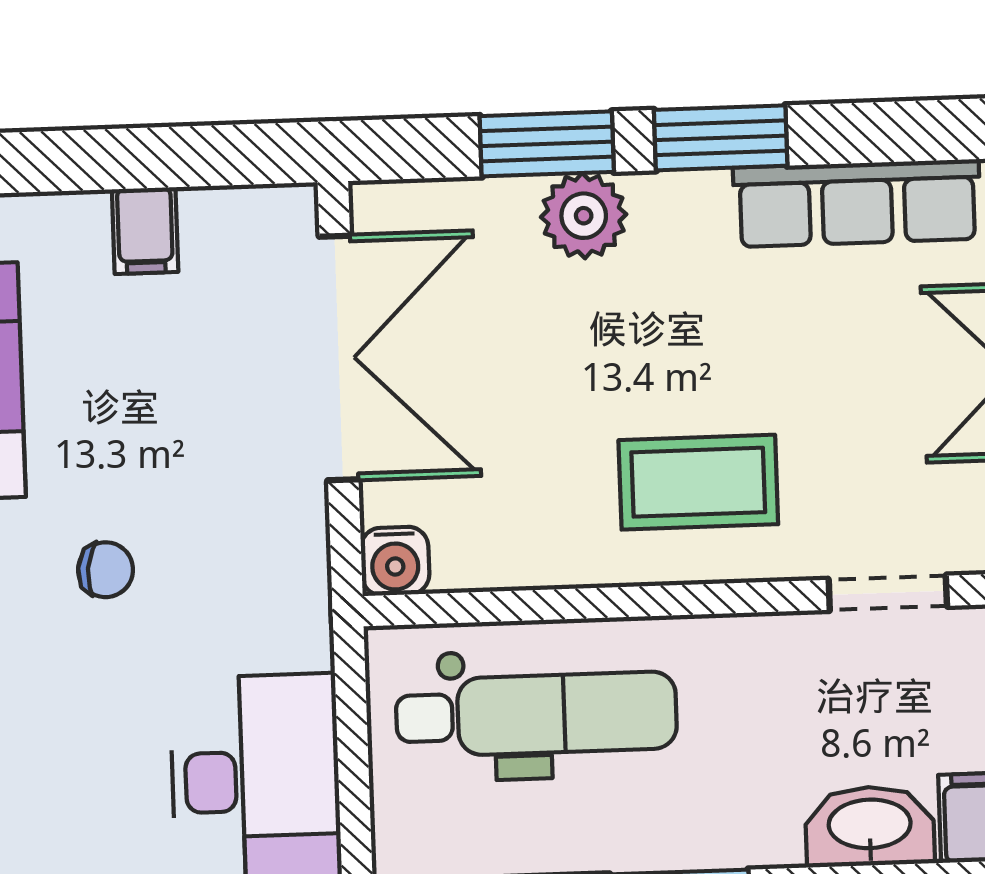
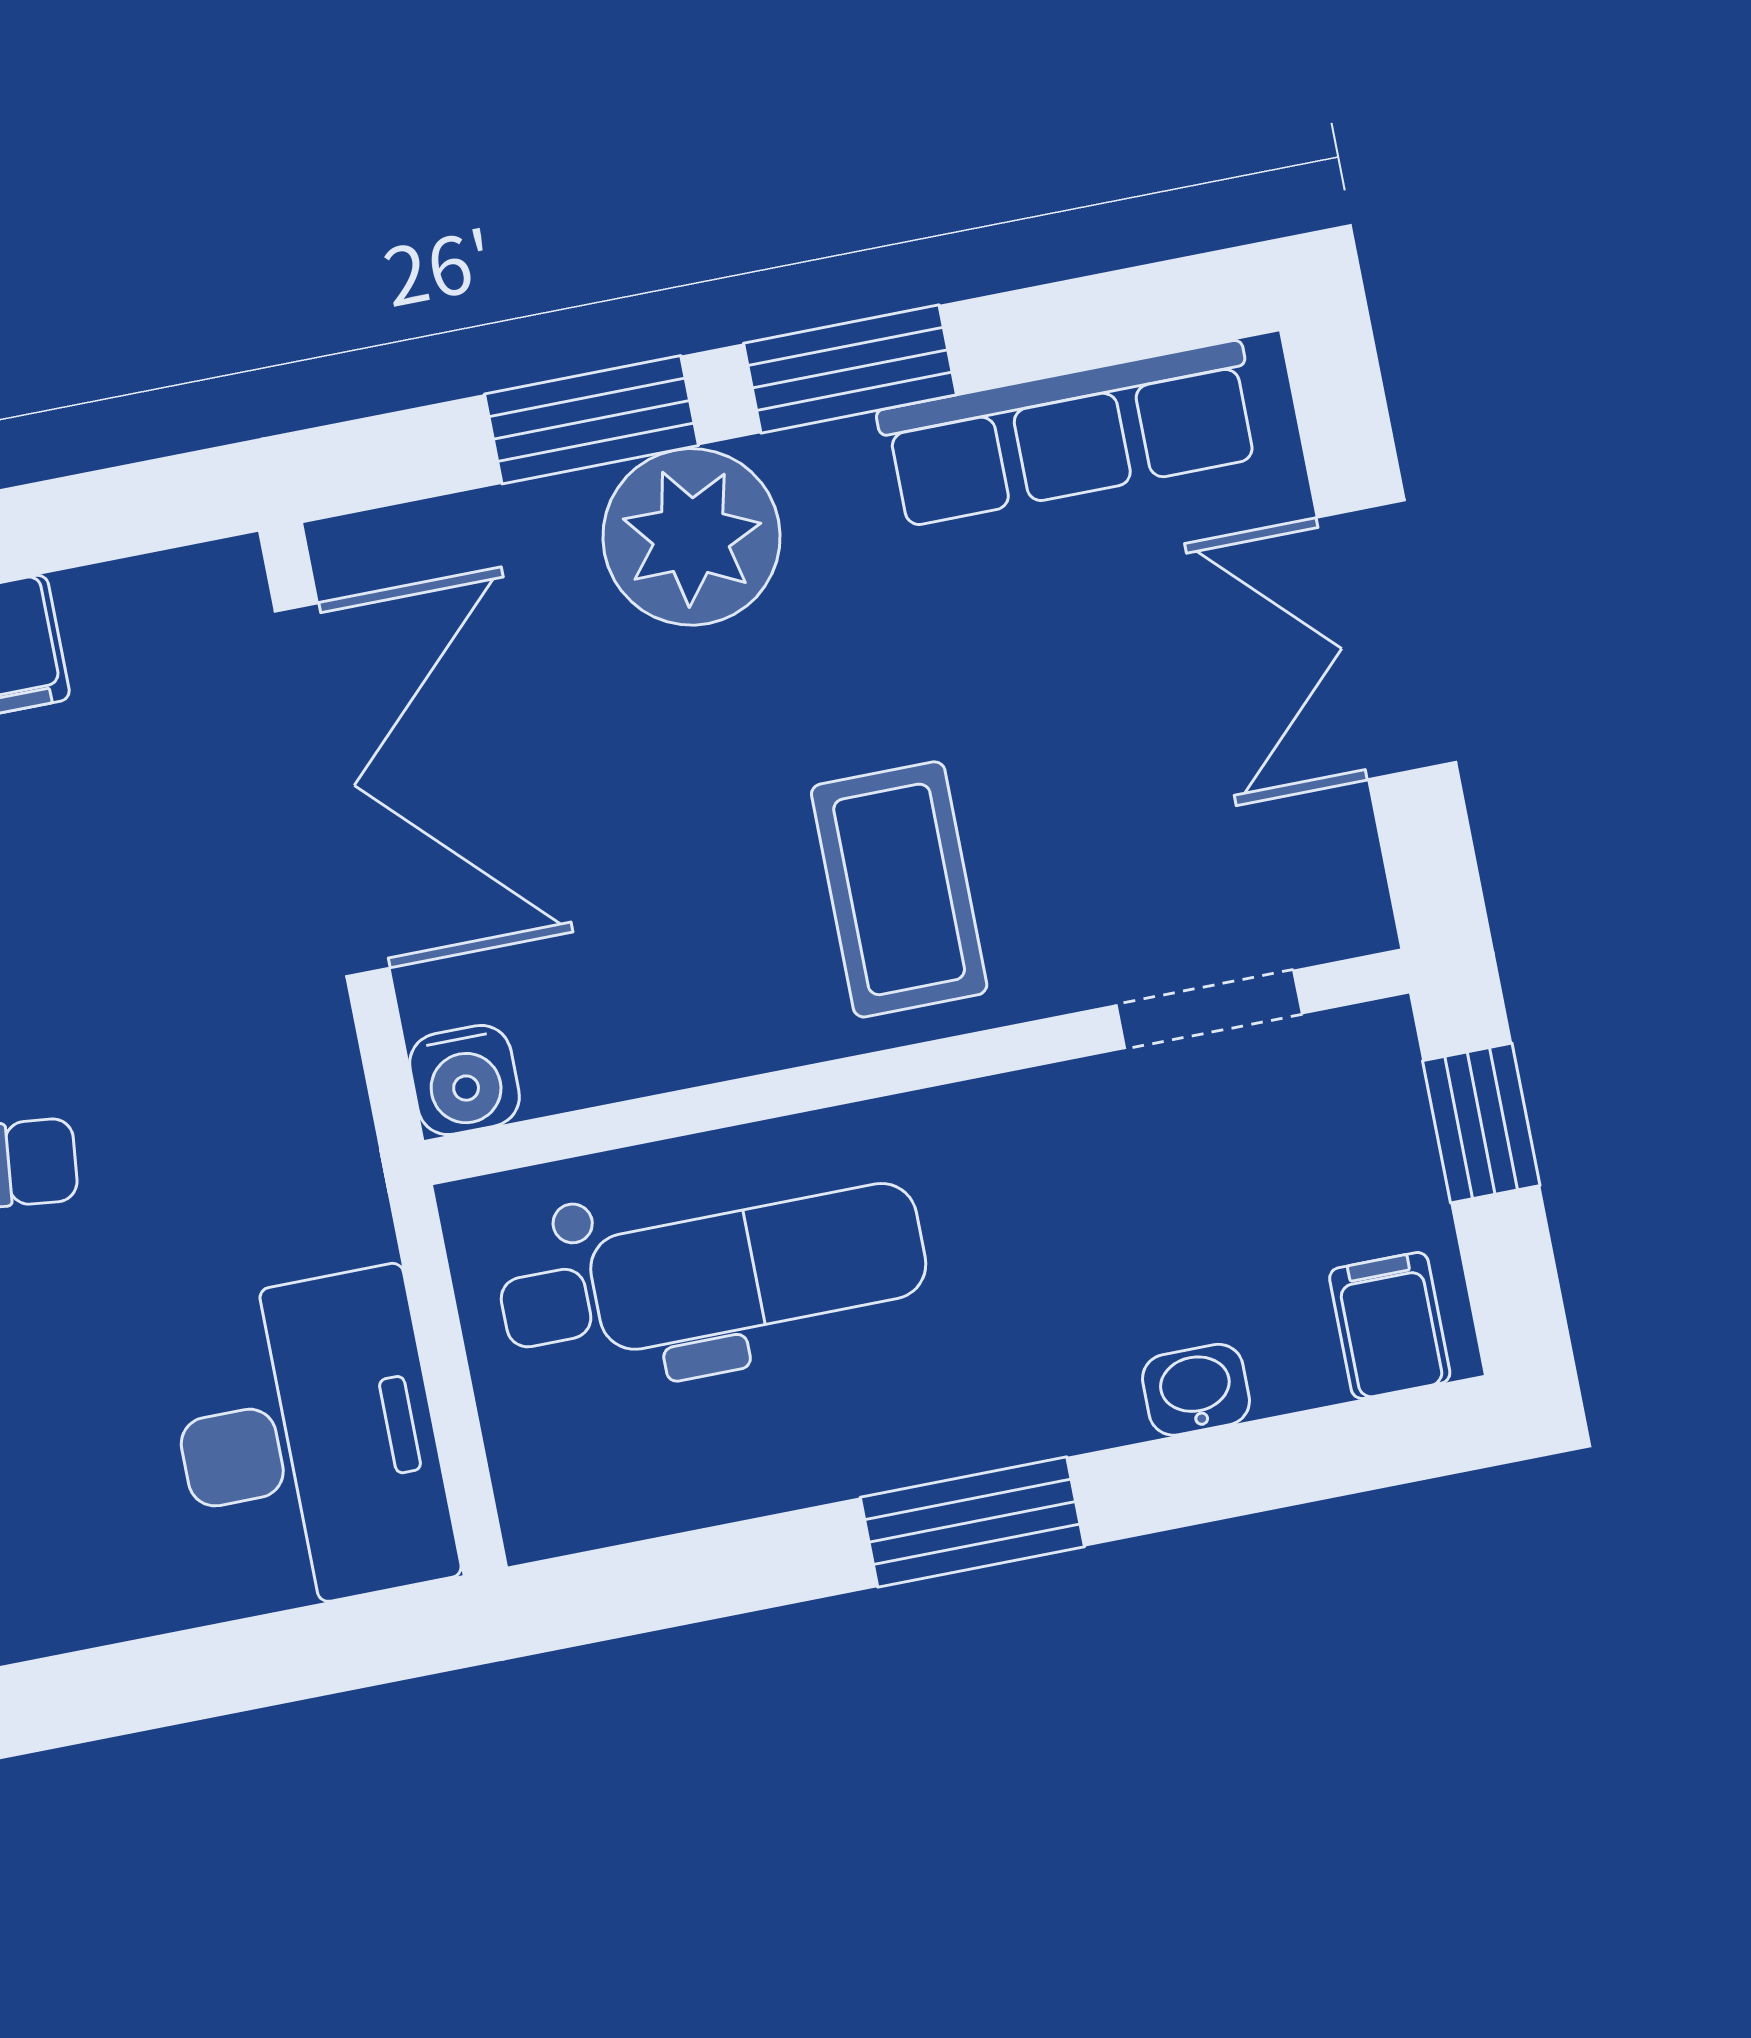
plant: (584, 216) -> (691, 537), width x1.36, depth x1.36
coffee table: (698, 482) -> (899, 889), turned 90
washbasin: (870, 826) -> (1196, 1390), width x0.52, depth x0.69

